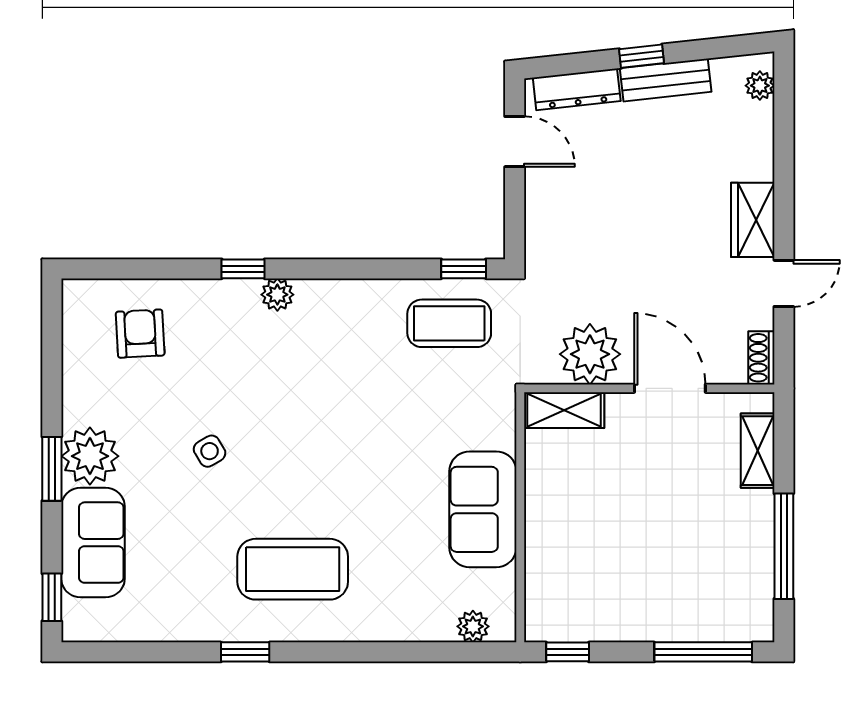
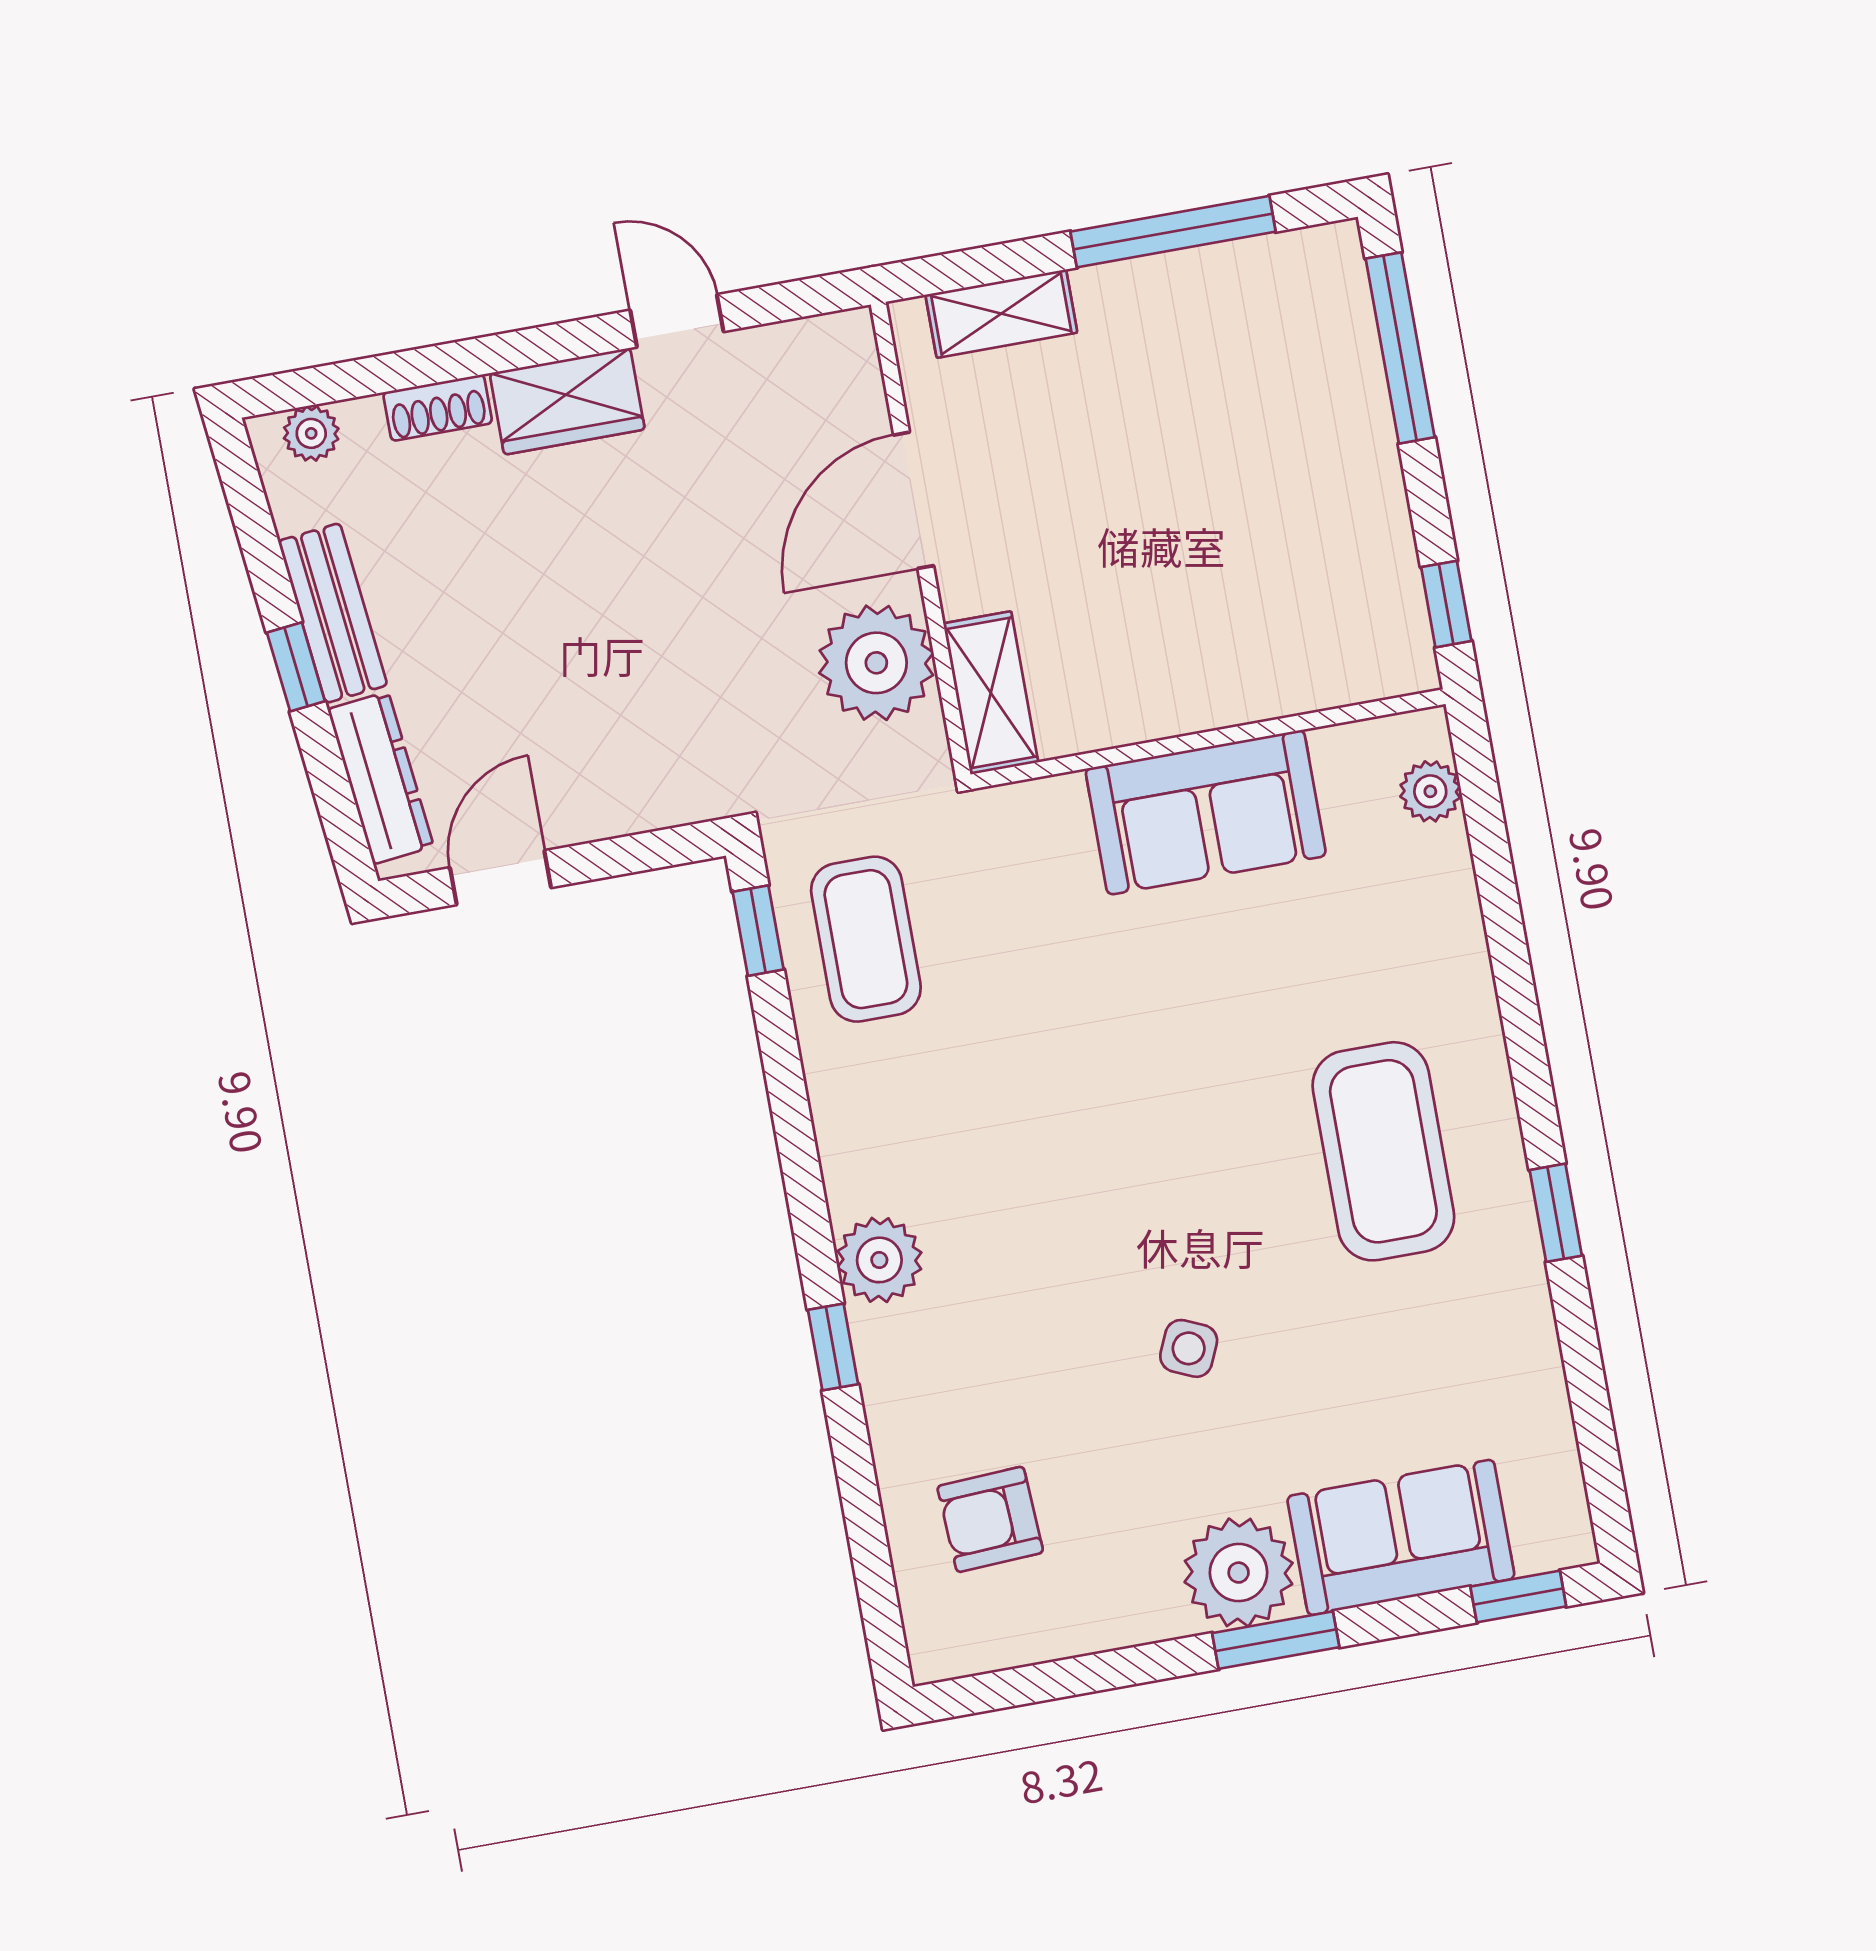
plant: (277, 295) -> (879, 1260), width x1.38, depth x1.38
shoe rack: (761, 358) -> (438, 408), moved
side table: (210, 451) -> (1189, 1348), turned -35

